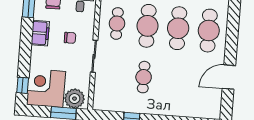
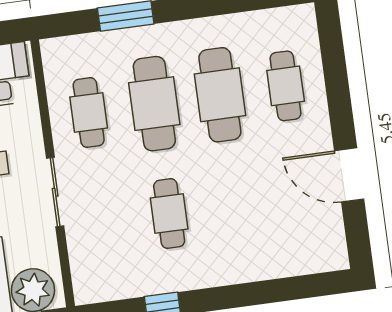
cafe table: (209, 31) -> (286, 86), width x0.73, depth x0.74
door: (229, 77) -> (349, 175), hinge flipped

